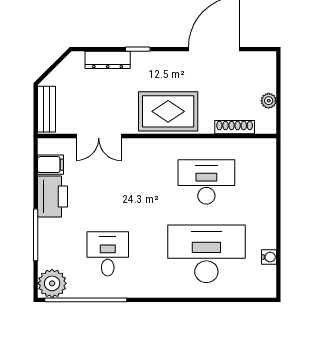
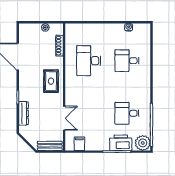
rug: (168, 111) -> (51, 81), width x0.73, depth x0.70
printer: (53, 196) -> (121, 143), moved
desk: (206, 254) -> (127, 61), width x0.53, depth x0.77

